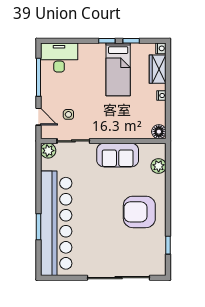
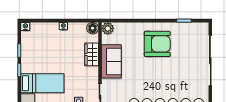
bed: (118, 69) -> (42, 83), moved
wardrobe: (158, 69) -> (92, 54), moved, turned 90
plant: (159, 166) -> (108, 28), moved
armchair: (139, 212) -> (157, 44), turned -90

